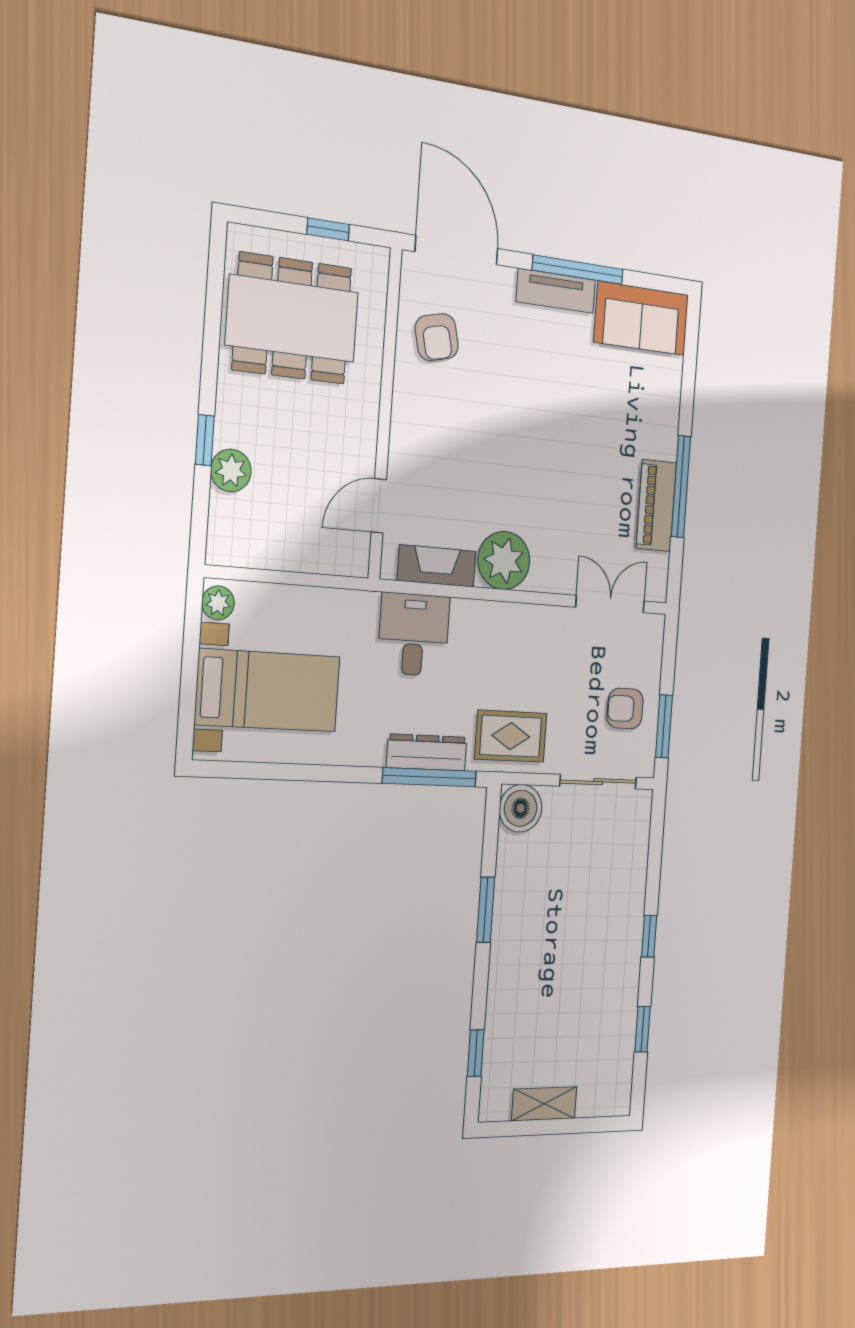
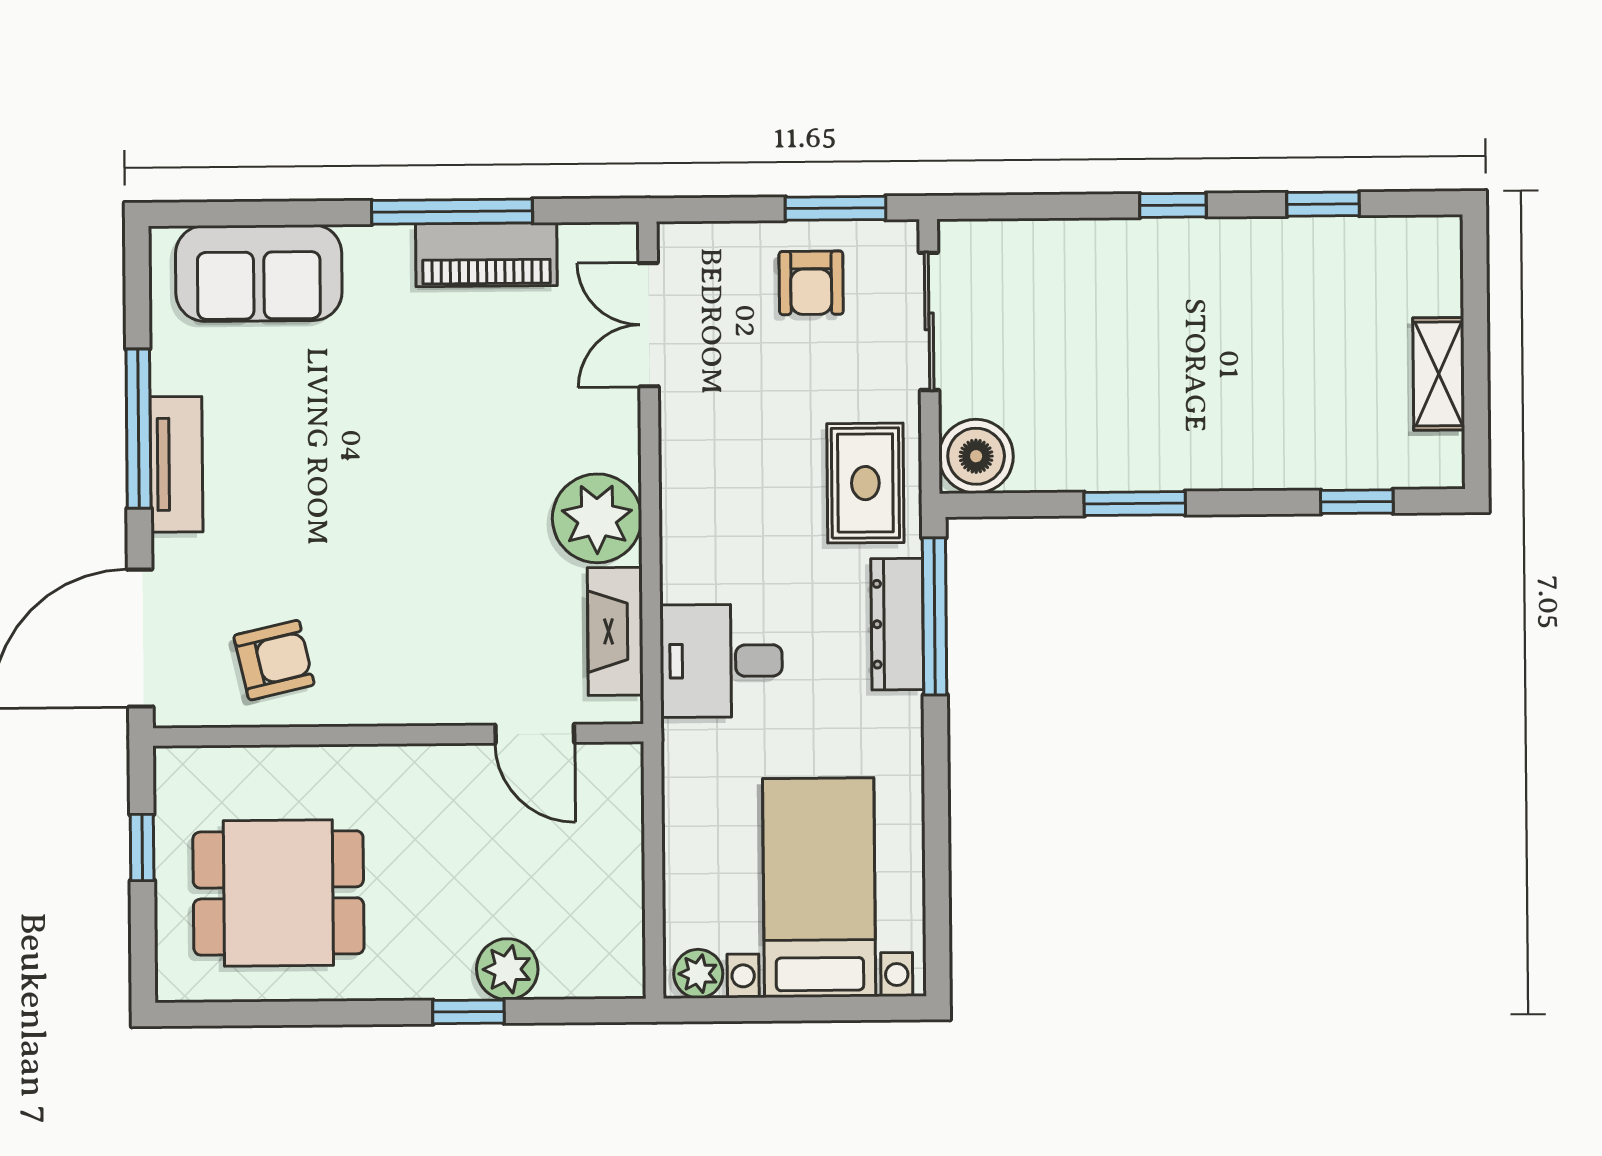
sofa: (641, 318) -> (259, 273), moved, turned 90
dining table: (292, 319) -> (278, 893), width x0.73

